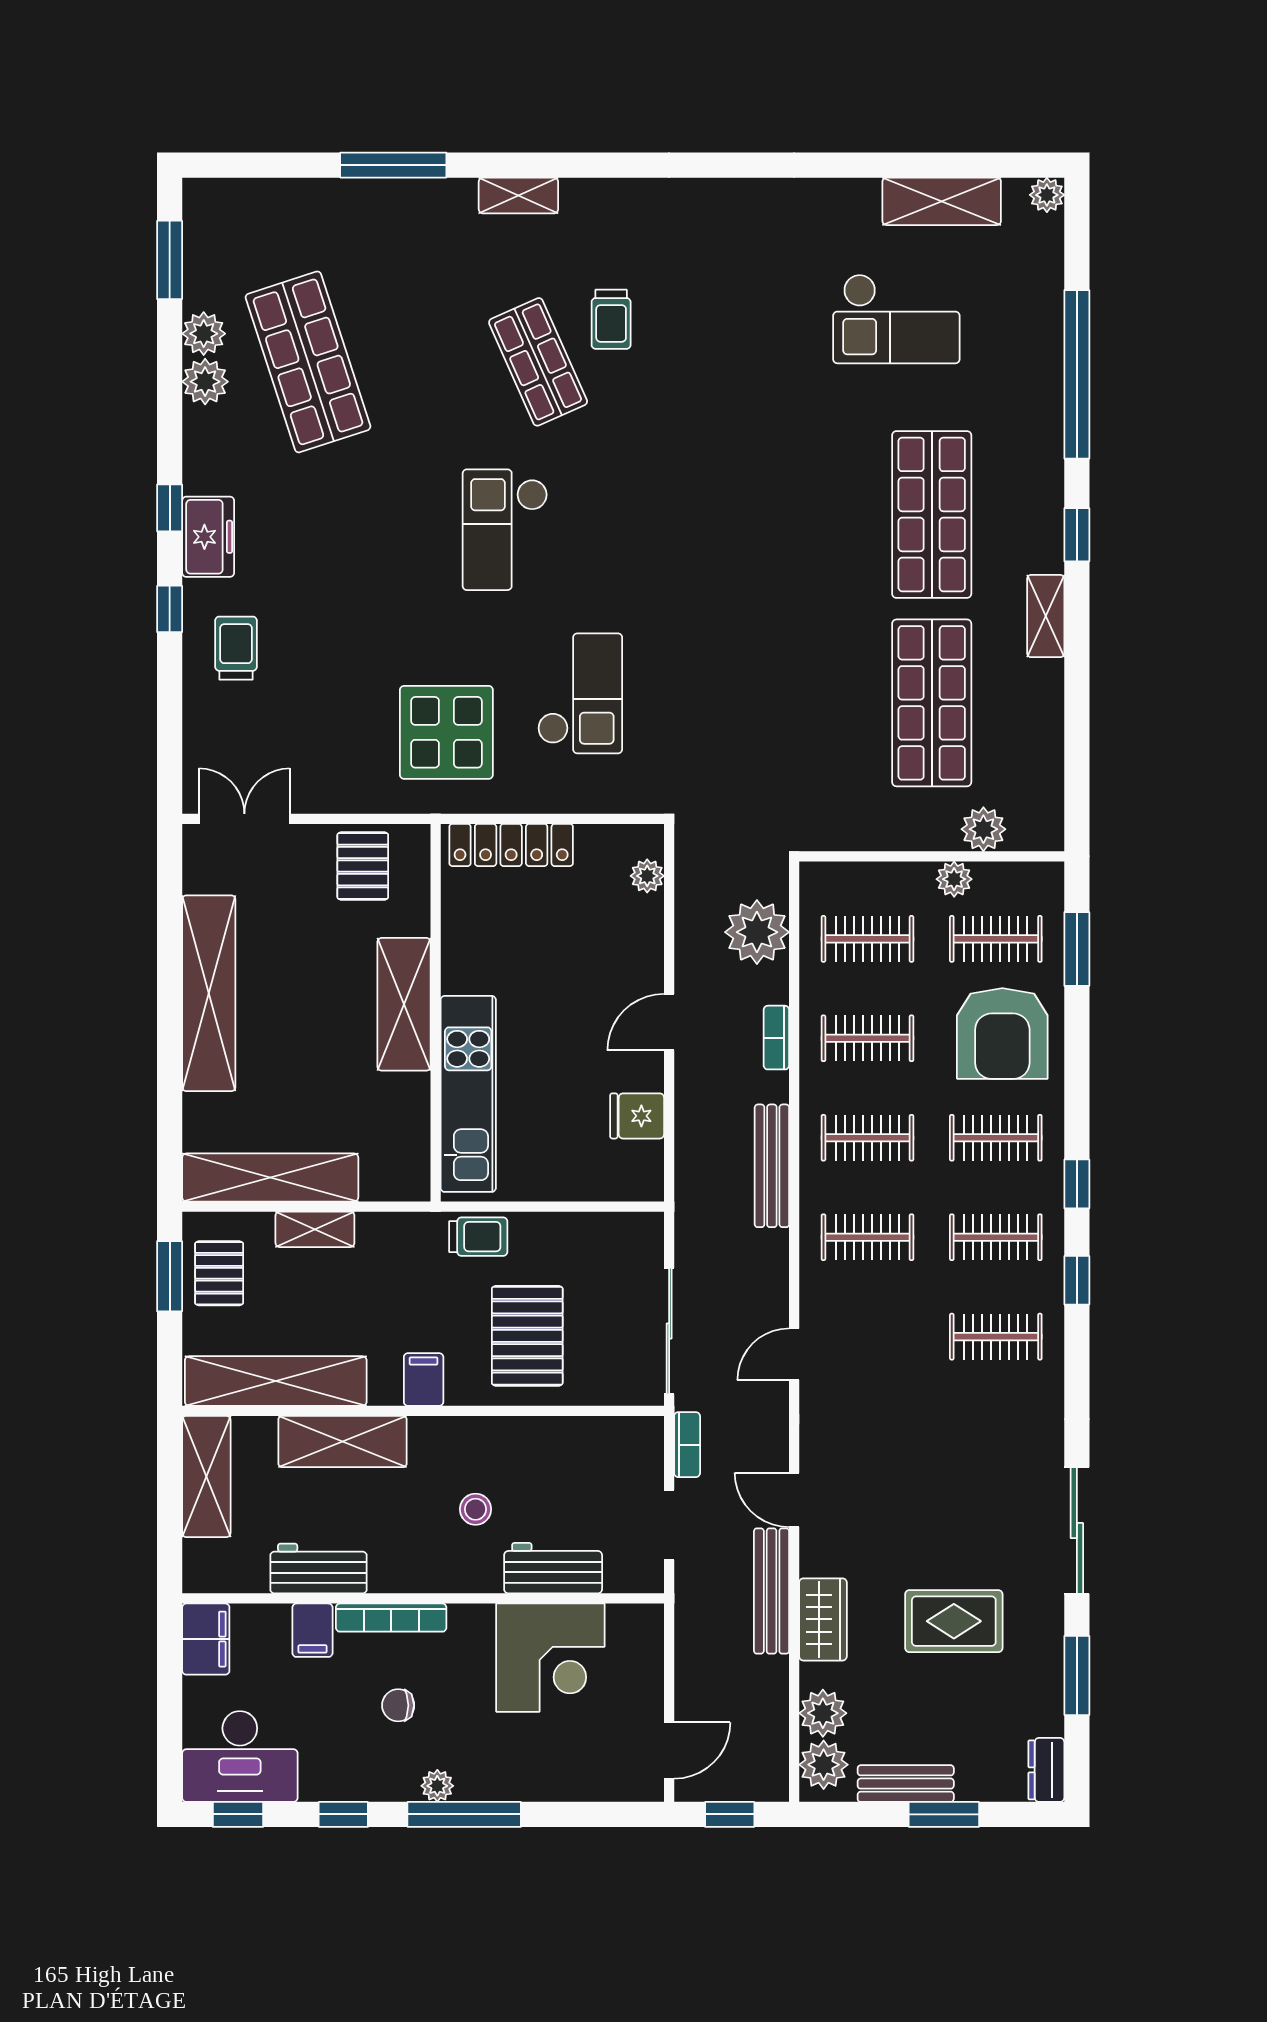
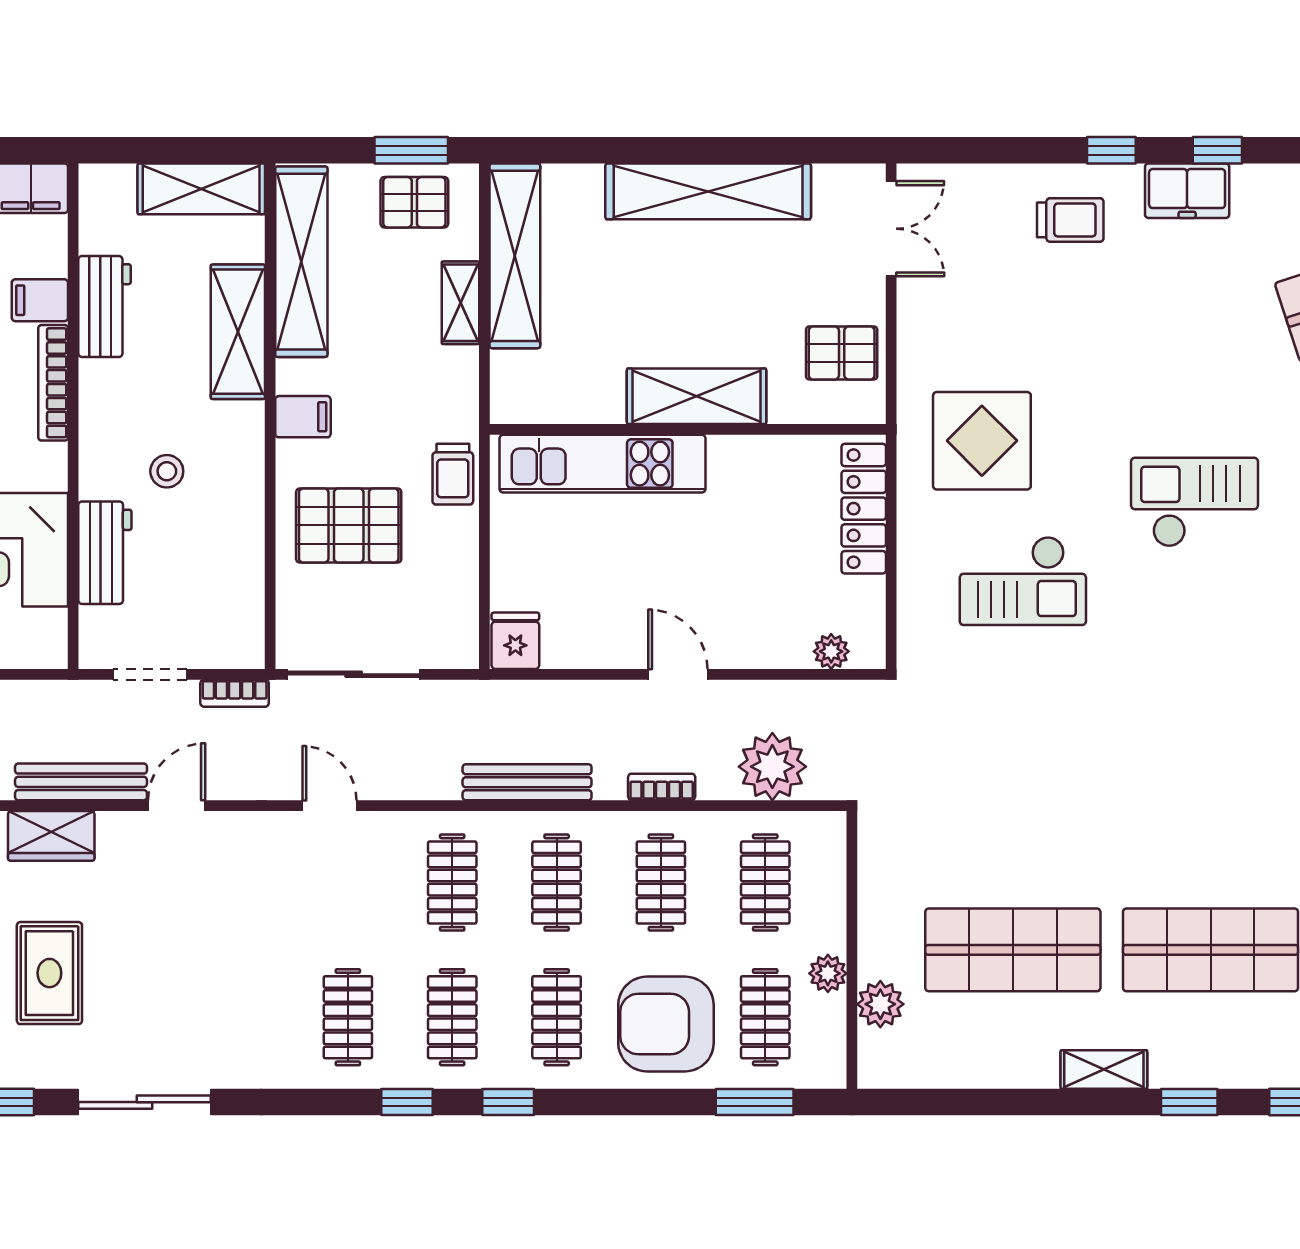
fridge: (637, 1116) -> (515, 641), moved

